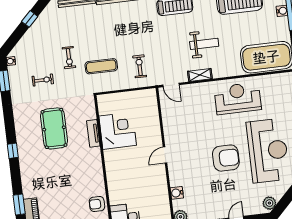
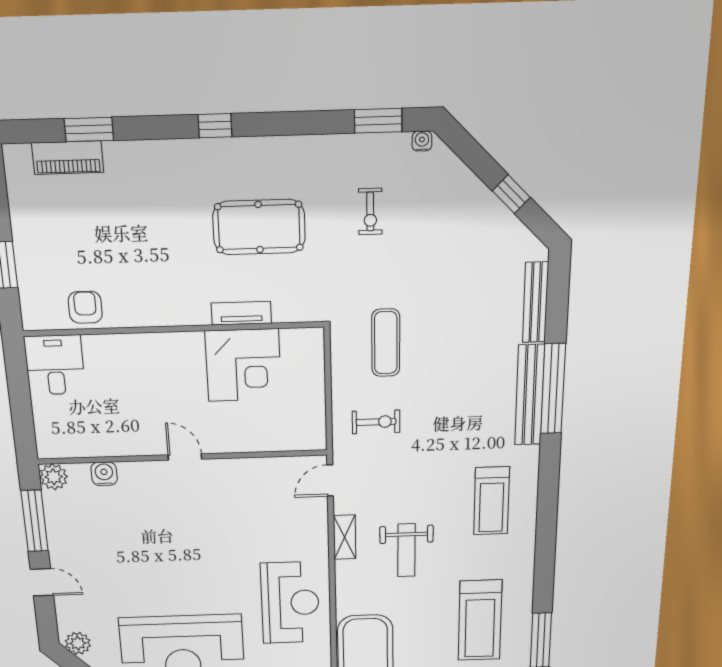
exercise bike: (69, 58) -> (413, 275), removed
armchair: (226, 158) -> (172, 572), removed

